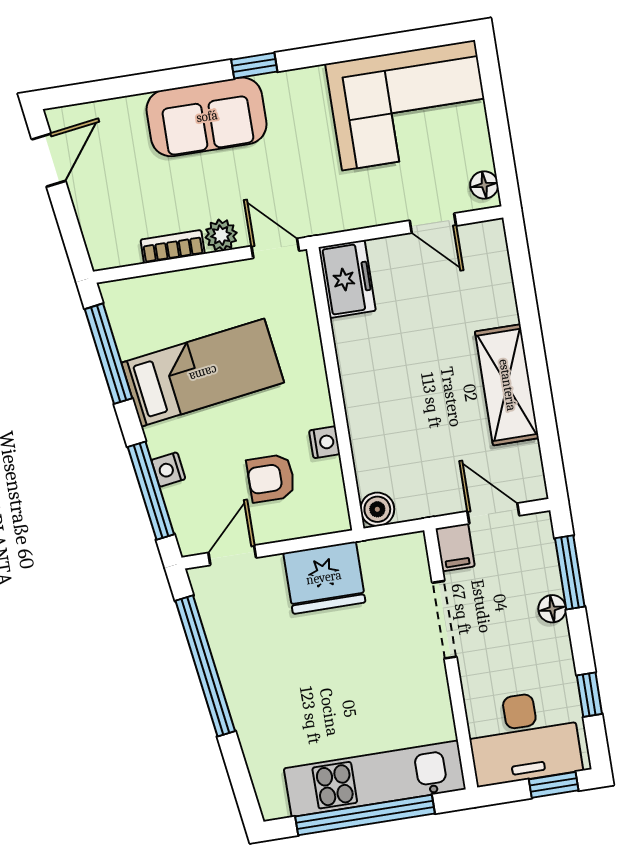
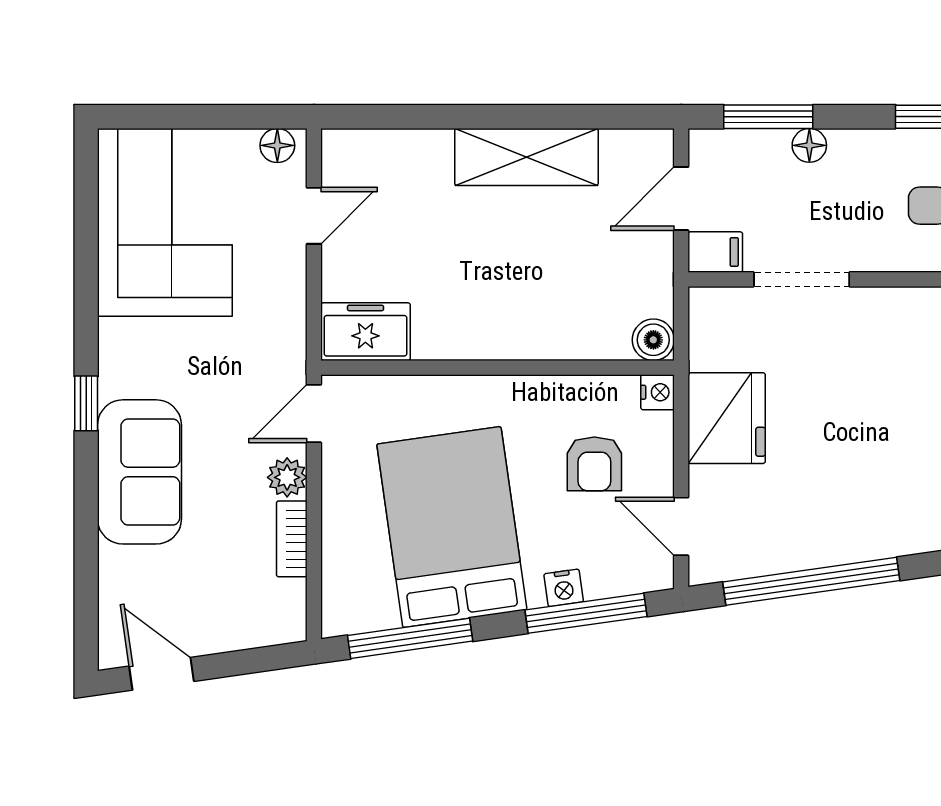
bed: (203, 373) -> (452, 527), width x1.50
nightstand: (325, 442) -> (658, 392), moved, turned 90

